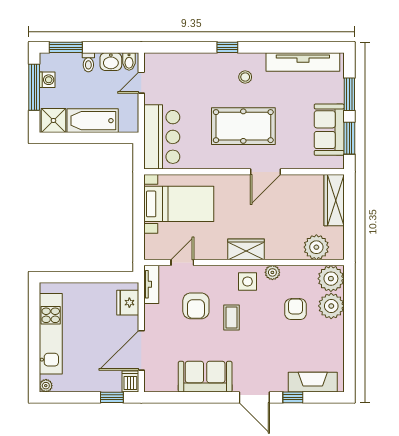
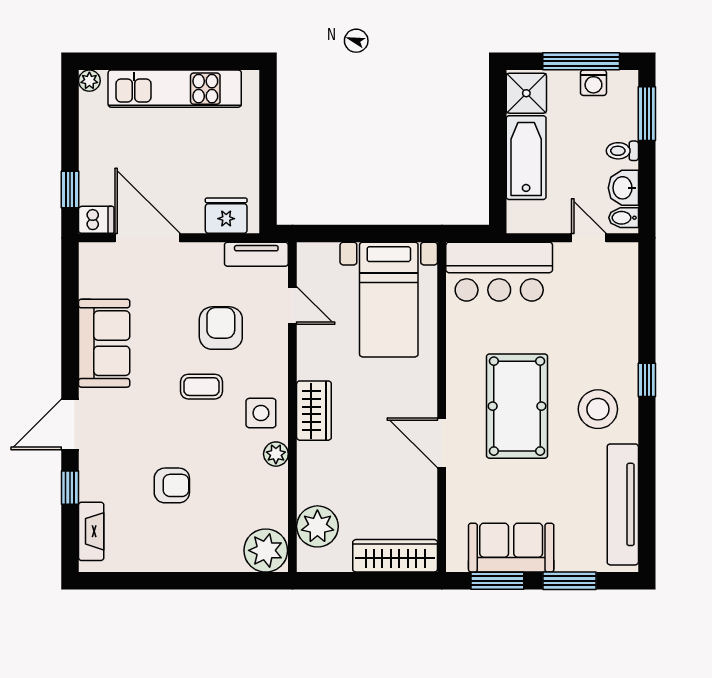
stool: (245, 77) -> (598, 409), width x1.89, depth x1.89
armchair: (196, 306) -> (221, 328), turned 90
plant: (331, 306) -> (221, 551), removed
armchair: (296, 309) -> (172, 485), moved
fireplace: (313, 382) -> (91, 531), width x0.73, depth x0.76

